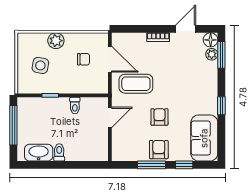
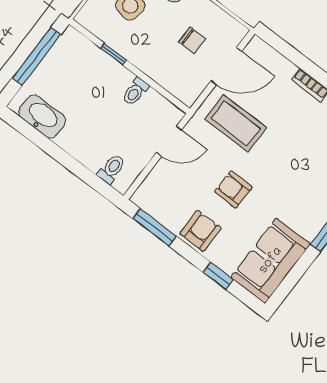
door: (110, 59) -> (226, 66), hinge flipped
armchair: (159, 117) -> (233, 189), turned -89
toilet: (59, 152) -> (112, 169), moved
window: (151, 165) -> (155, 227), moved

